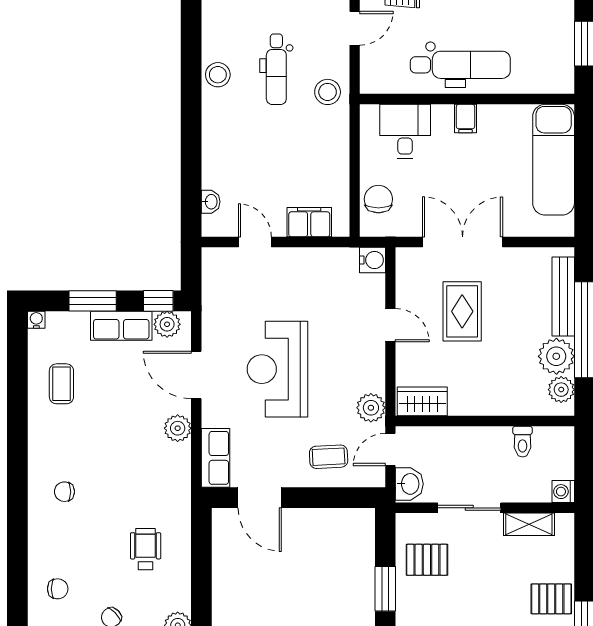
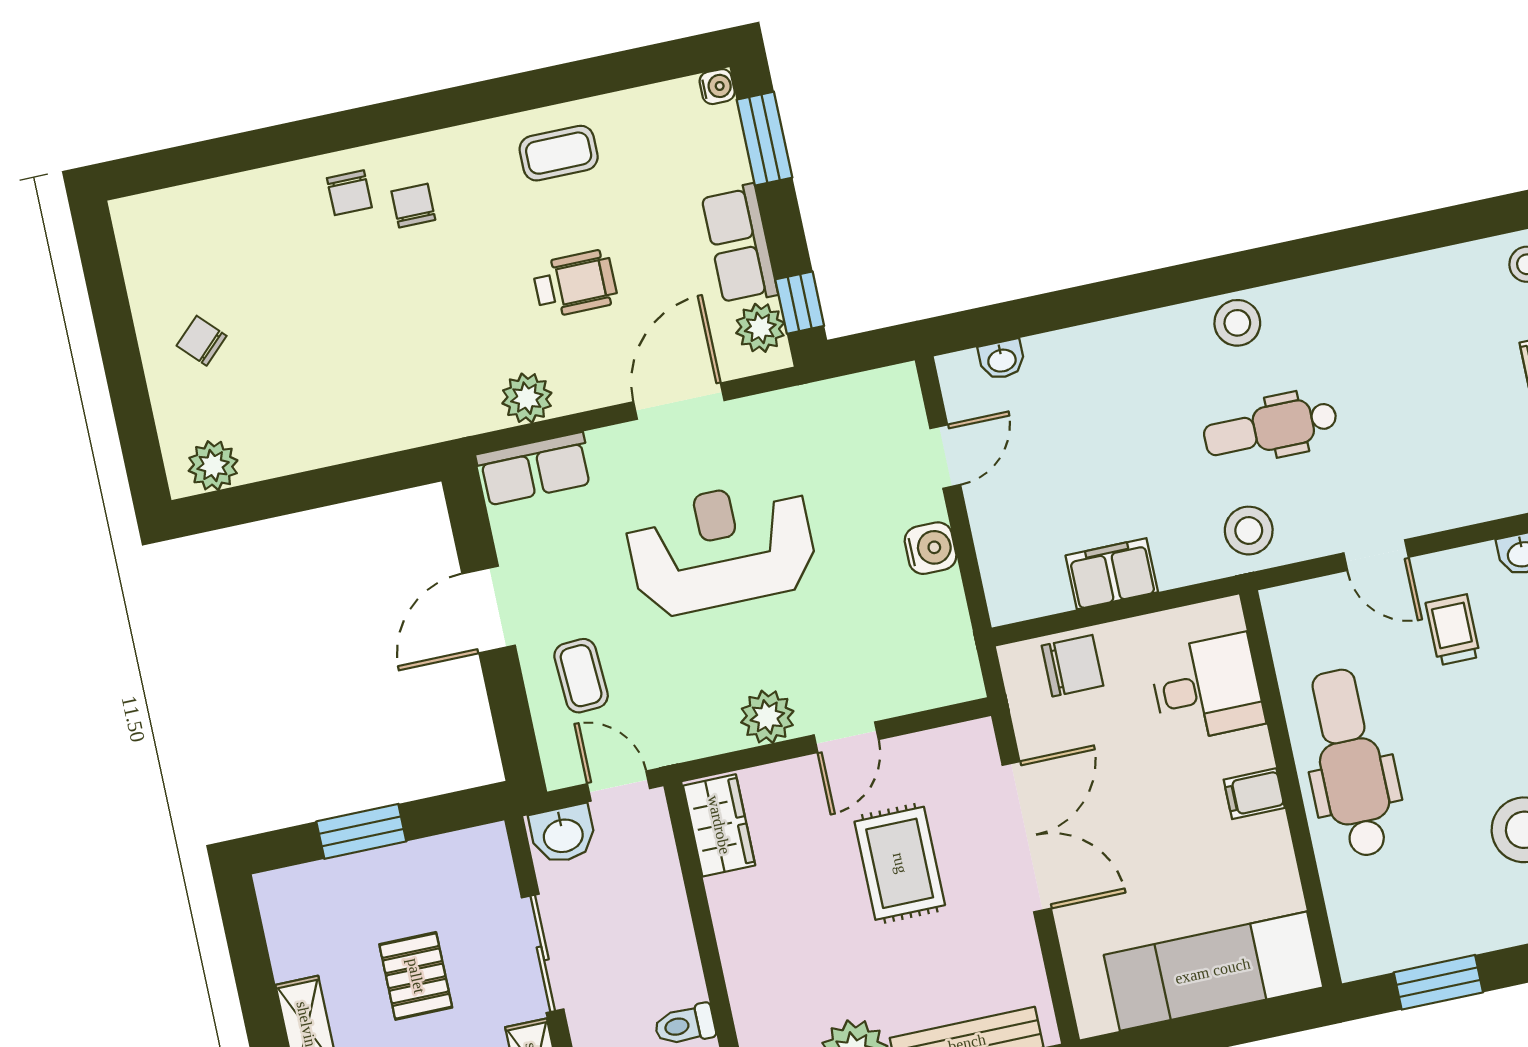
dental chair: (460, 65) -> (1351, 763), turned 180
filing cabinet: (309, 222) -> (1112, 574), moved, turned -90
water cooler: (372, 260) -> (931, 548), moved, turned -90
window: (93, 301) -> (764, 139), moved
rug: (462, 311) -> (900, 863), turned 90
coffee table: (61, 384) -> (559, 153), moved
plant: (371, 408) -> (767, 717), moved
plant: (178, 428) -> (527, 398), moved
door: (260, 498) -> (489, 610), moved
wheelchair: (146, 549) -> (575, 284), moved
pallet: (427, 560) -> (416, 976), moved
chair: (58, 589) -> (349, 193), moved

